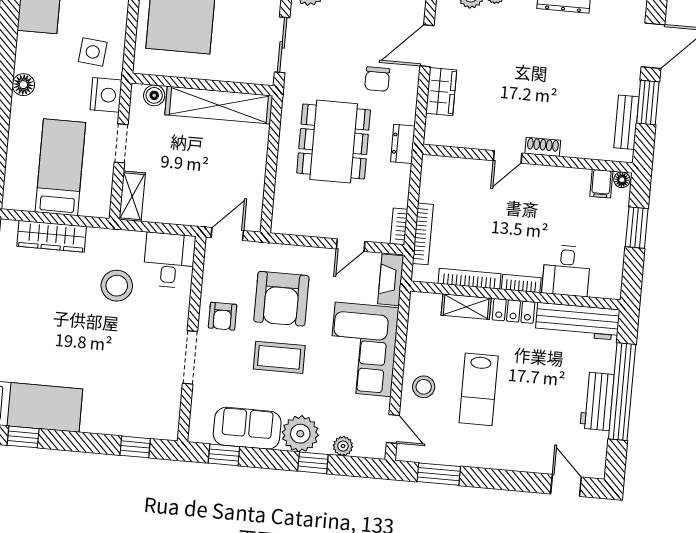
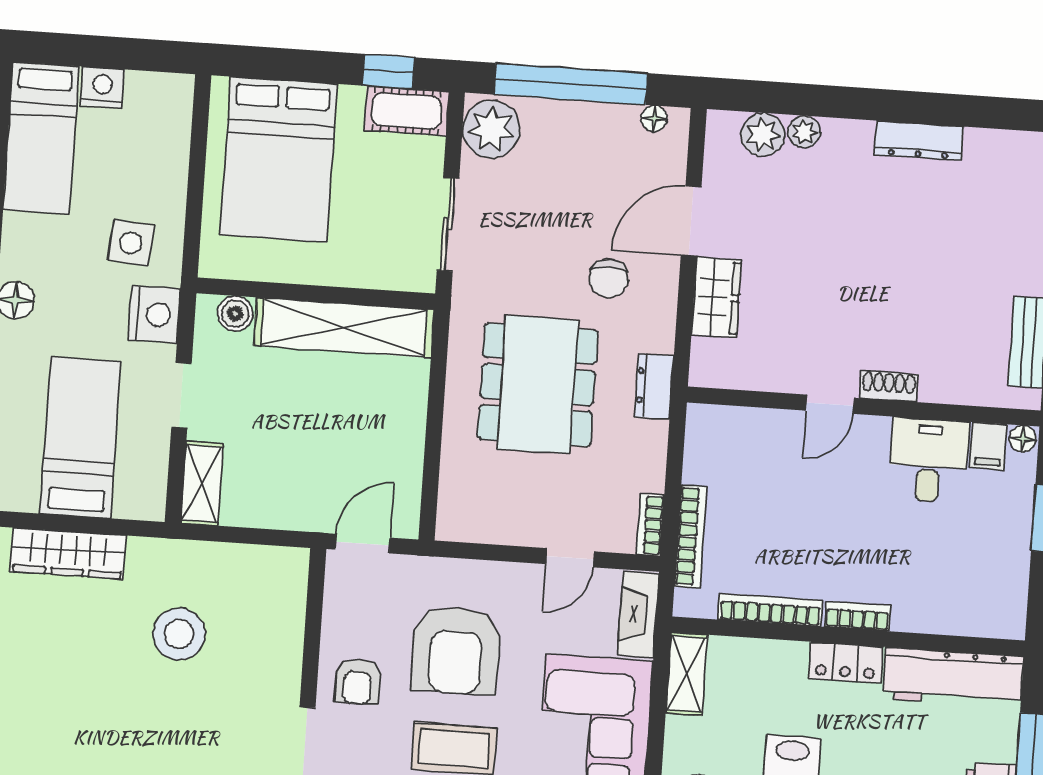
desk: (169, 260) -> (266, 590), removed
desk: (566, 271) -> (929, 460), moved, turned 180
shelving: (466, 307) -> (686, 674), moved, turned 90

